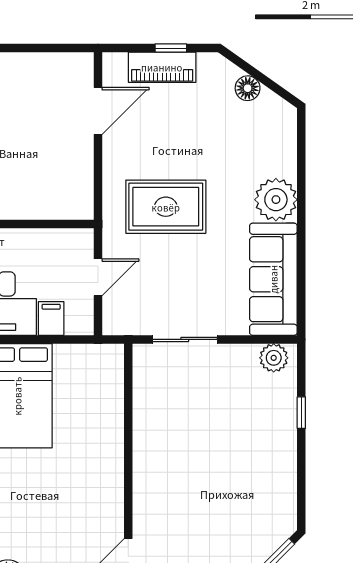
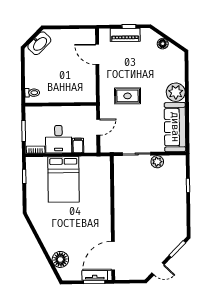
door: (98, 111) -> (97, 54), swing flipped
rug: (166, 207) -> (128, 96), width x0.73, depth x0.70
plant: (274, 358) -> (157, 162), moved

